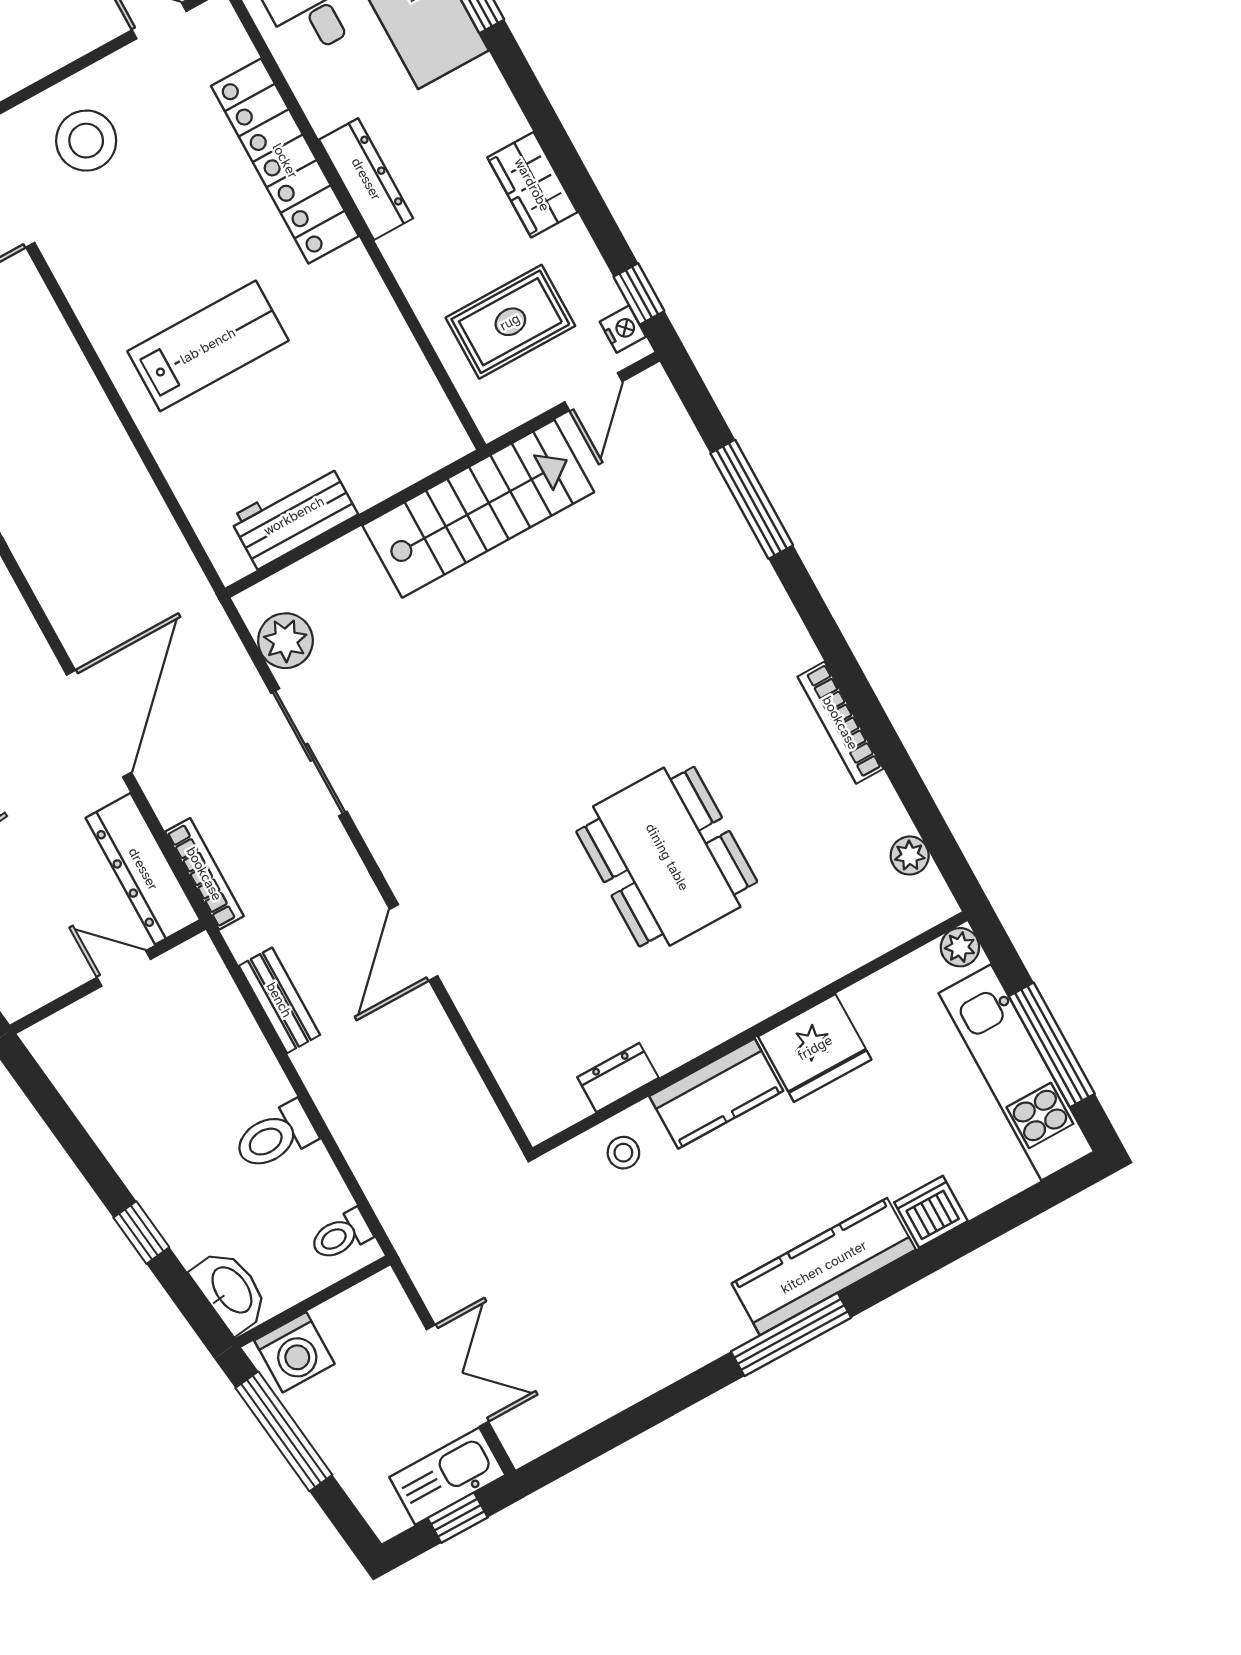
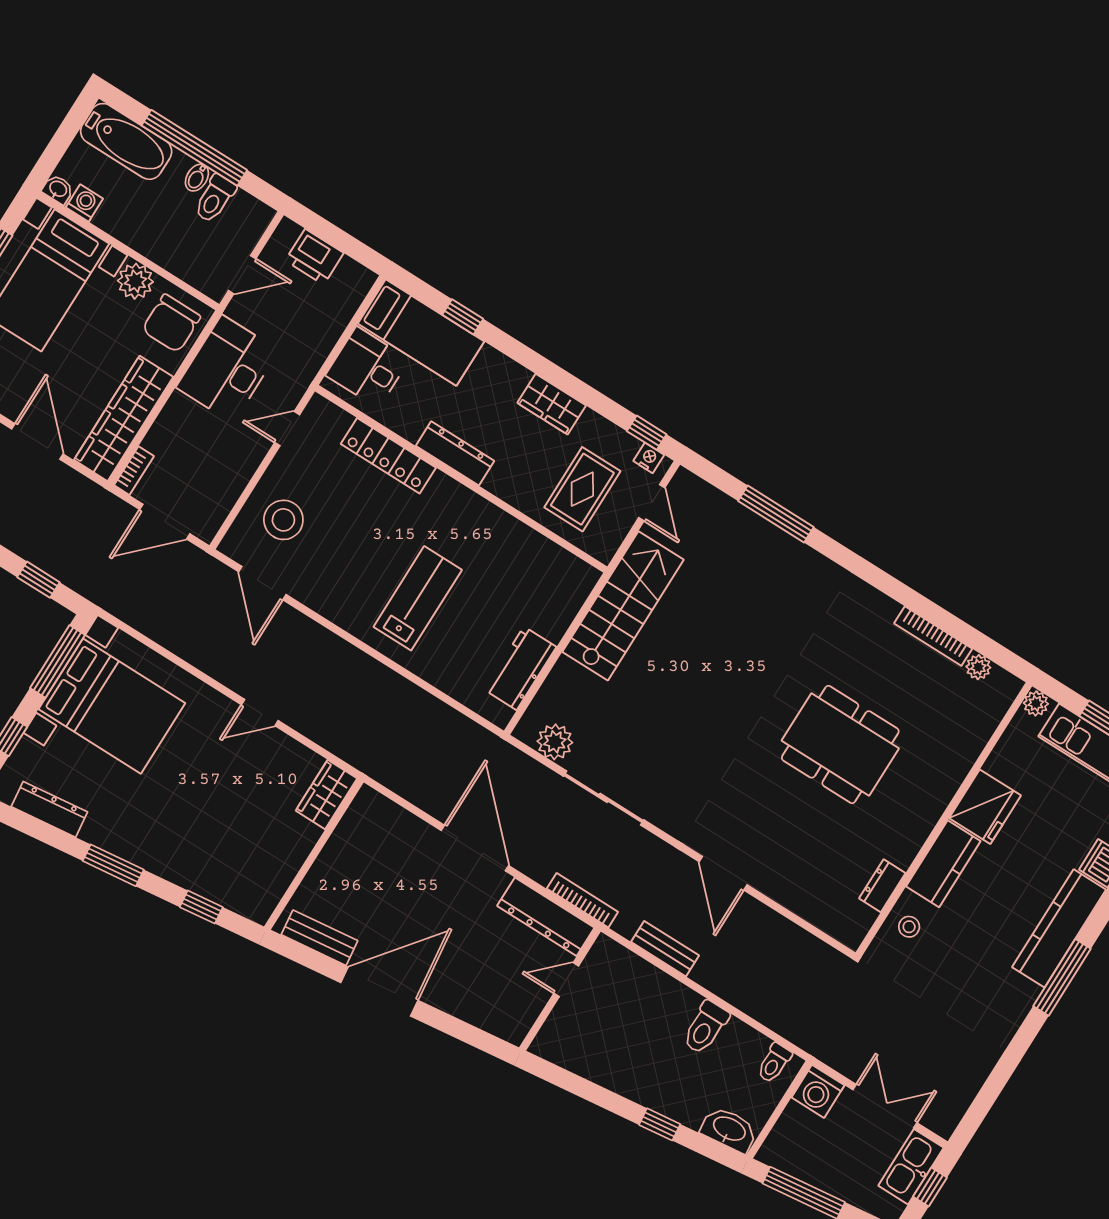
locker: (285, 161) -> (388, 456), width x0.71, depth x0.83
bookcase: (840, 723) -> (933, 636), moved
washing machine: (294, 1352) -> (818, 1091), moved, turned 90

